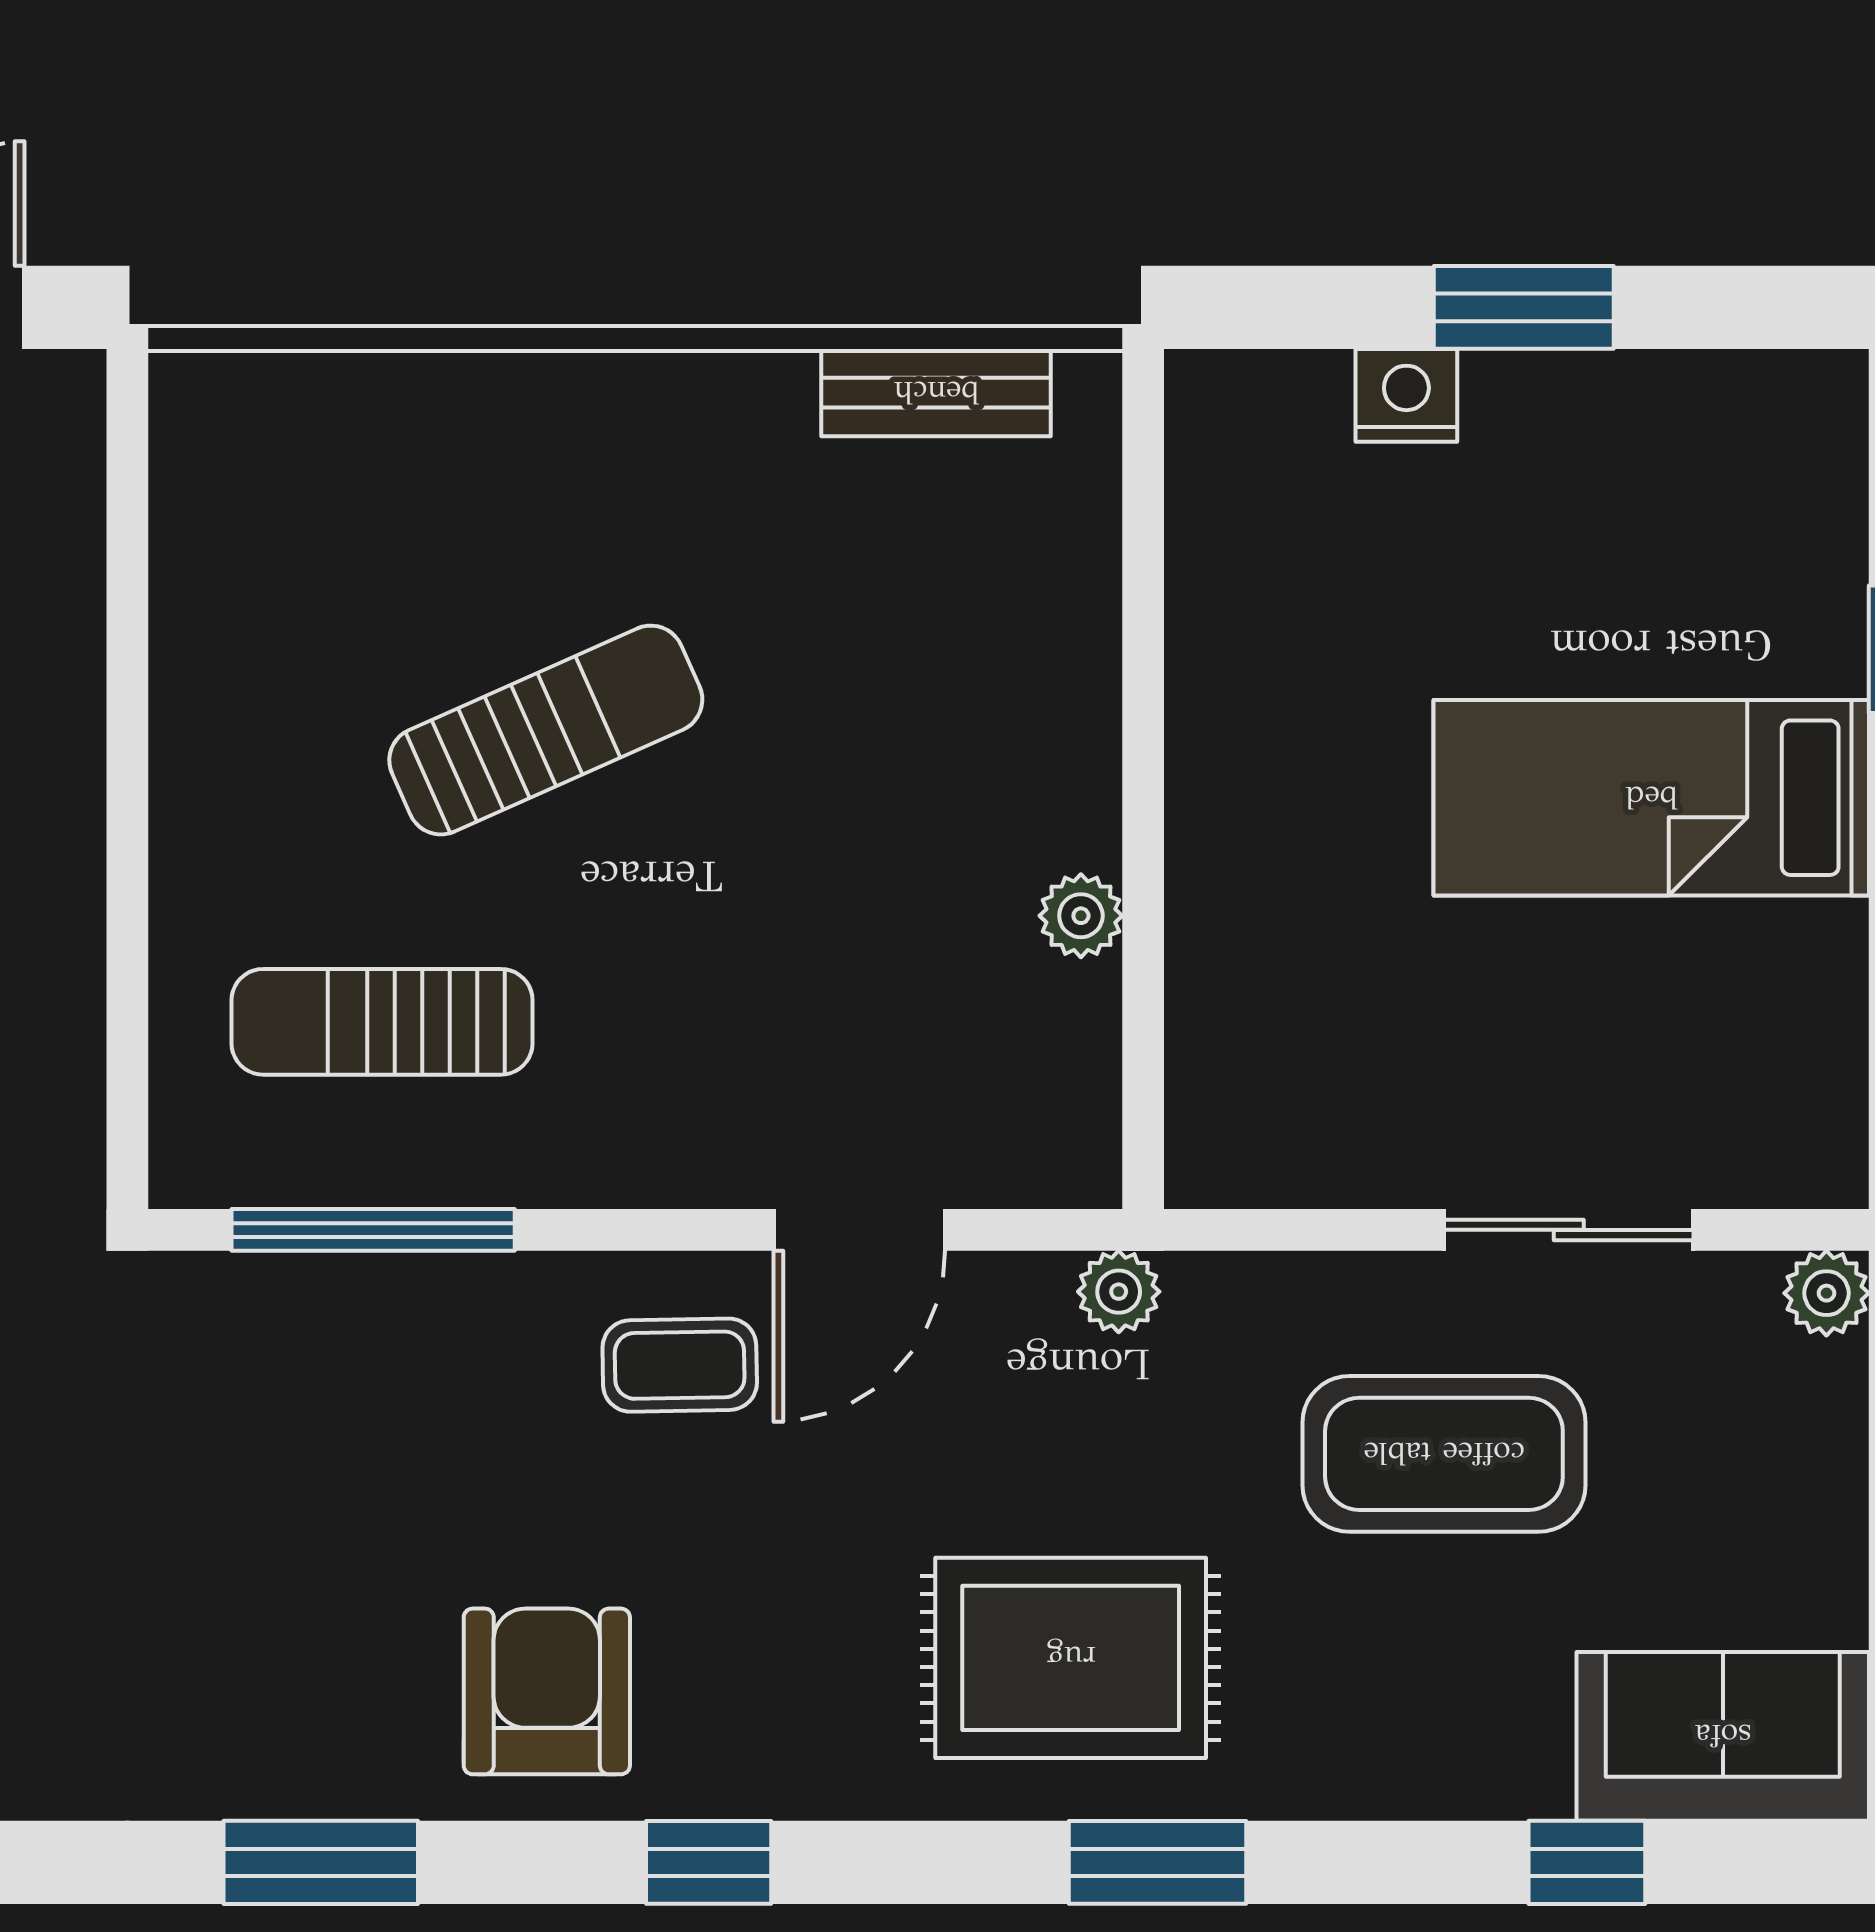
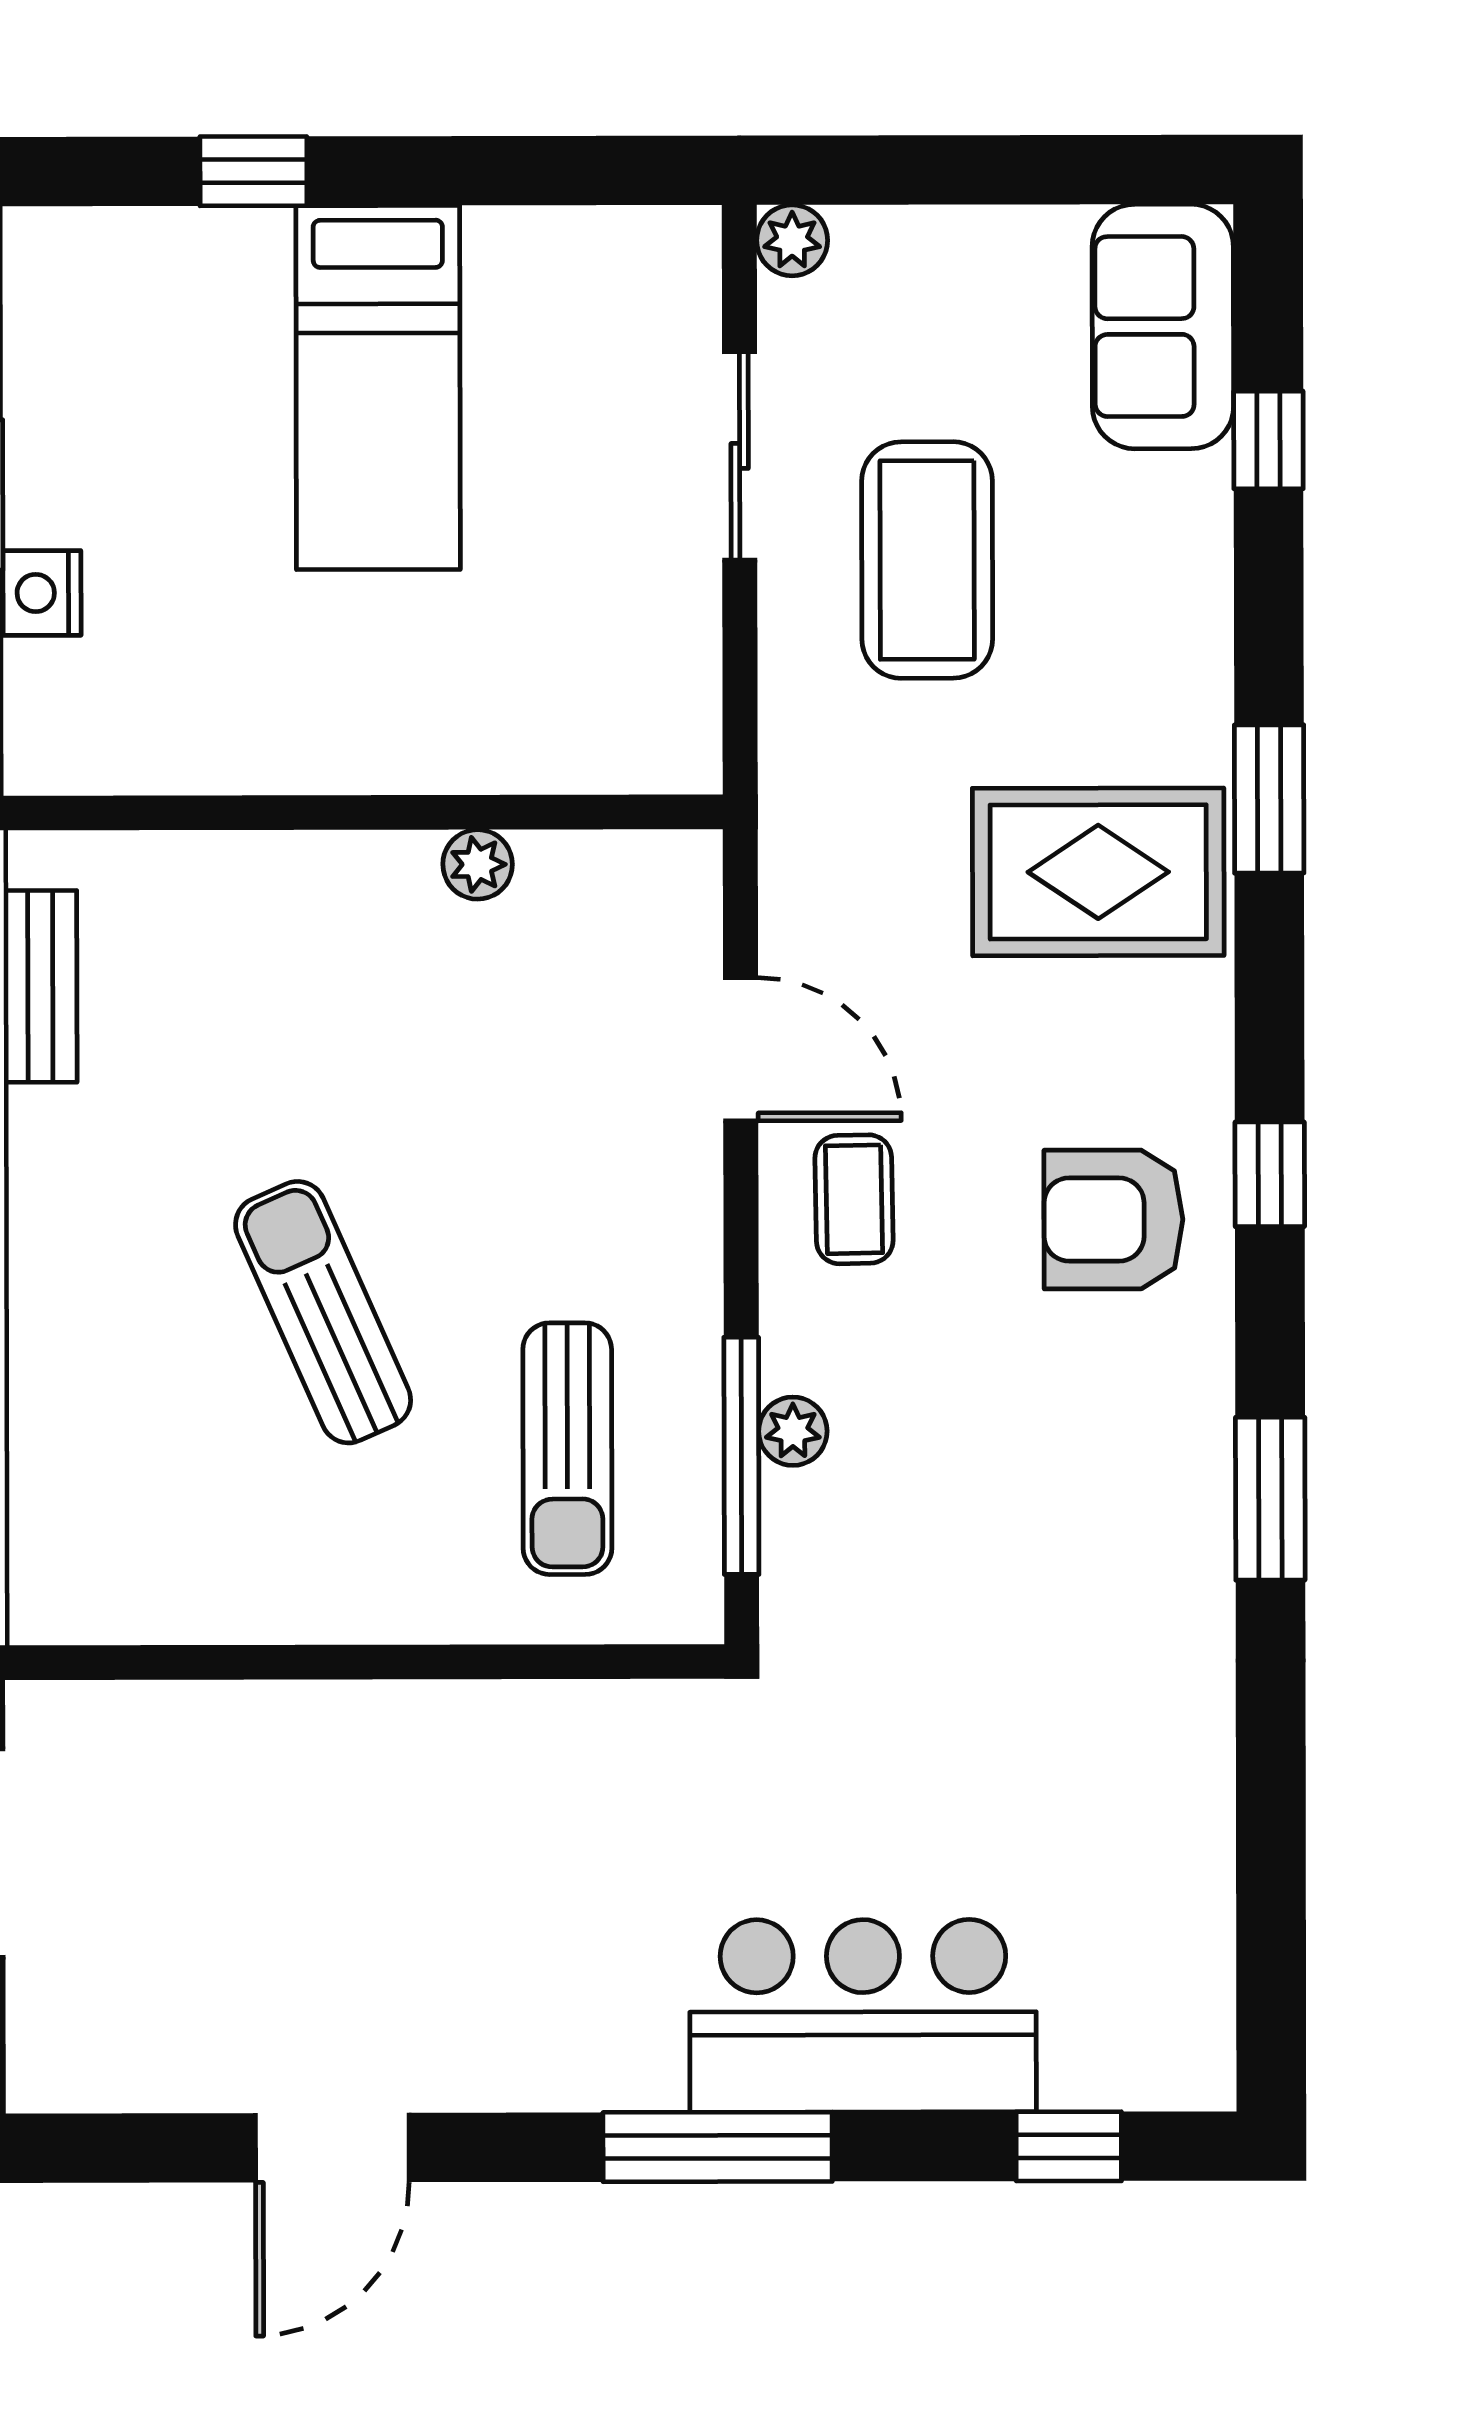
plant: (1119, 1292) -> (793, 1431), moved
rug: (1071, 1658) -> (1098, 872), turned 90
armchair: (547, 1691) -> (1114, 1219), moved

